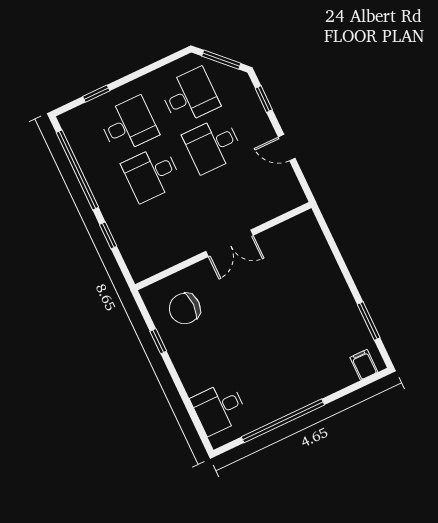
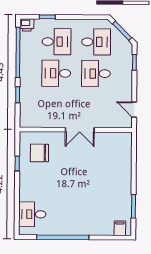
printer: (71, 121) -> (27, 25), added
door: (287, 148) -> (134, 110), moved

